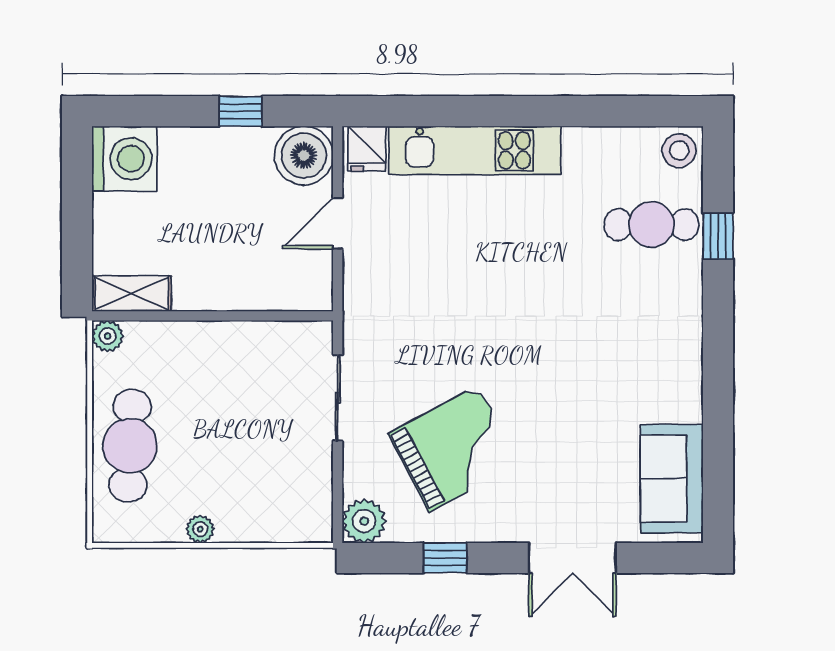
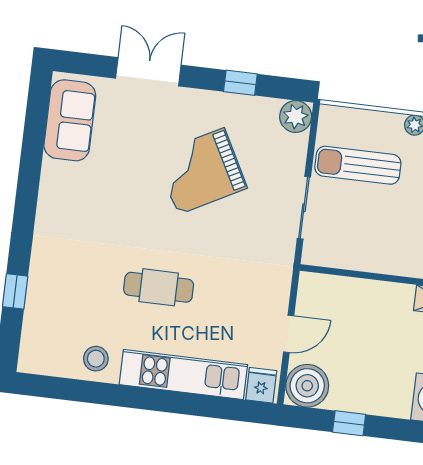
stool: (679, 151) -> (96, 359), moved
cafe table: (651, 225) -> (159, 287), moved
grand piano: (454, 449) -> (201, 171), moved
sun lounger: (271, 465) -> (358, 165), added

